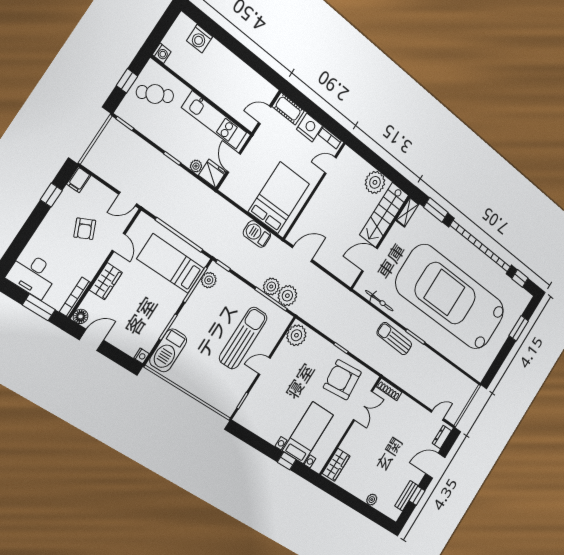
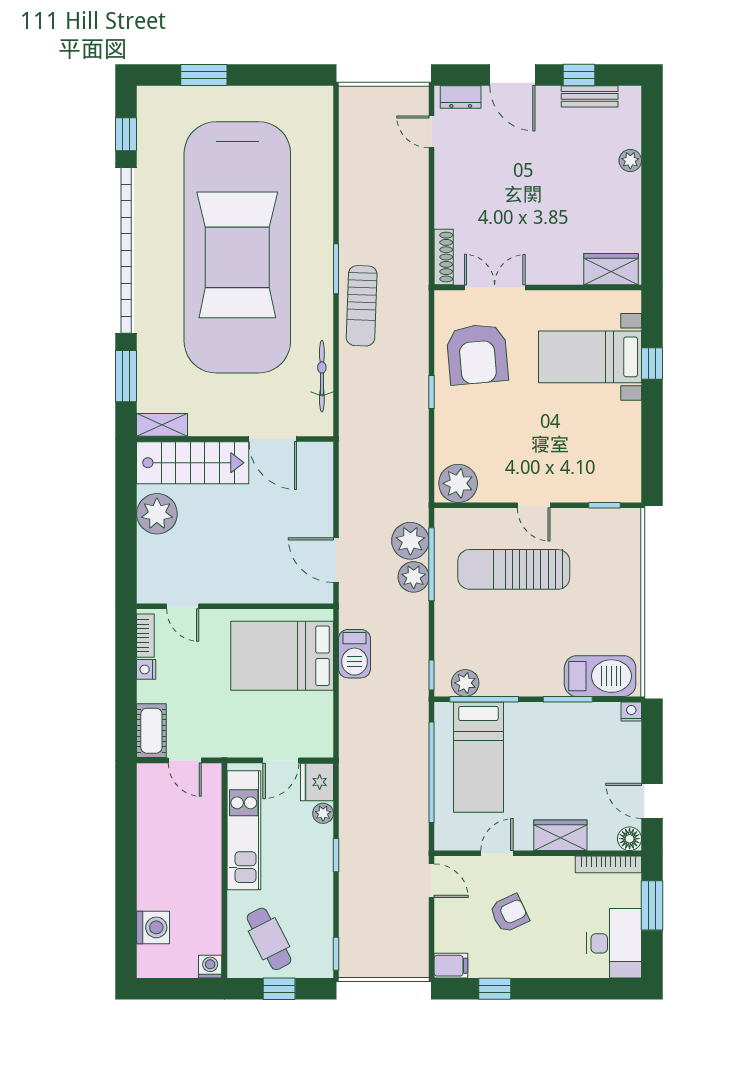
nightstand: (310, 127) -> (146, 669), width x0.53, depth x0.56

